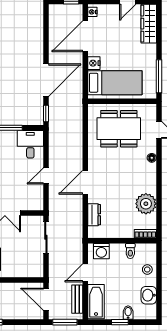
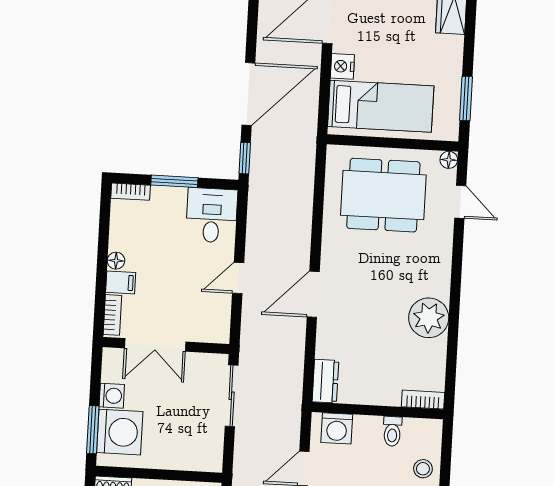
window: (159, 76) -> (466, 99), width x0.69
floor lamp: (152, 158) -> (449, 160), moved
plant: (146, 204) -> (429, 318), moved
dresser: (94, 215) -> (325, 381), moved

